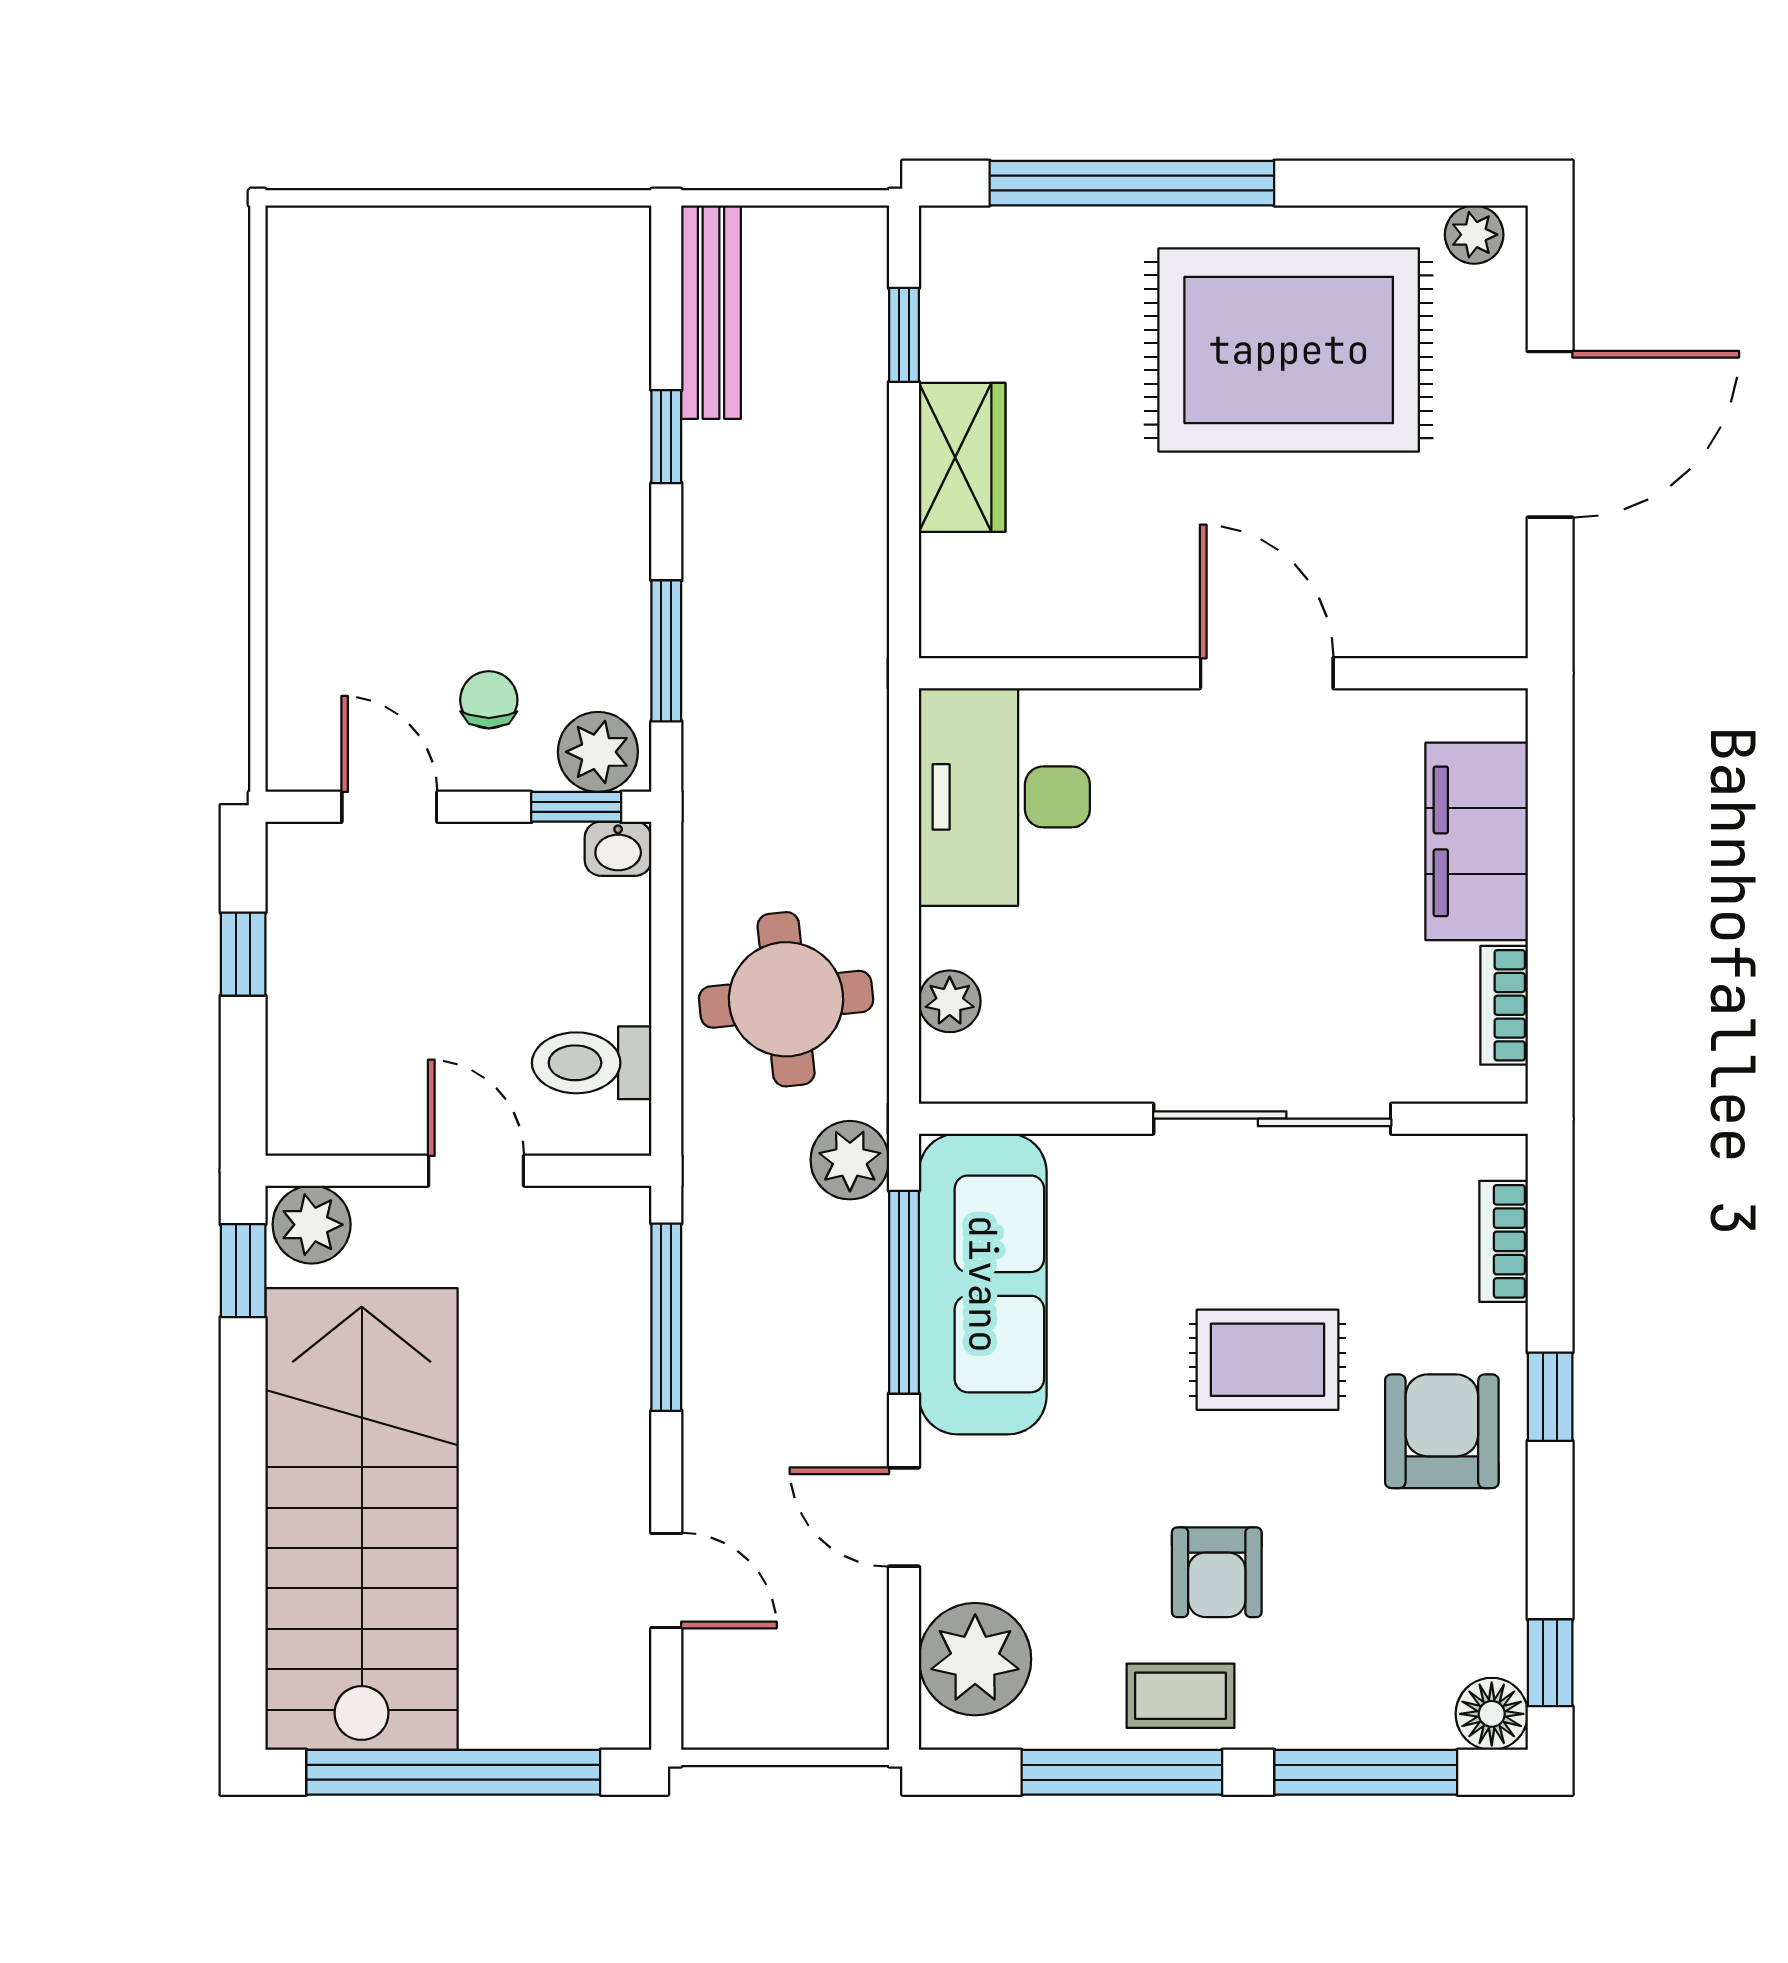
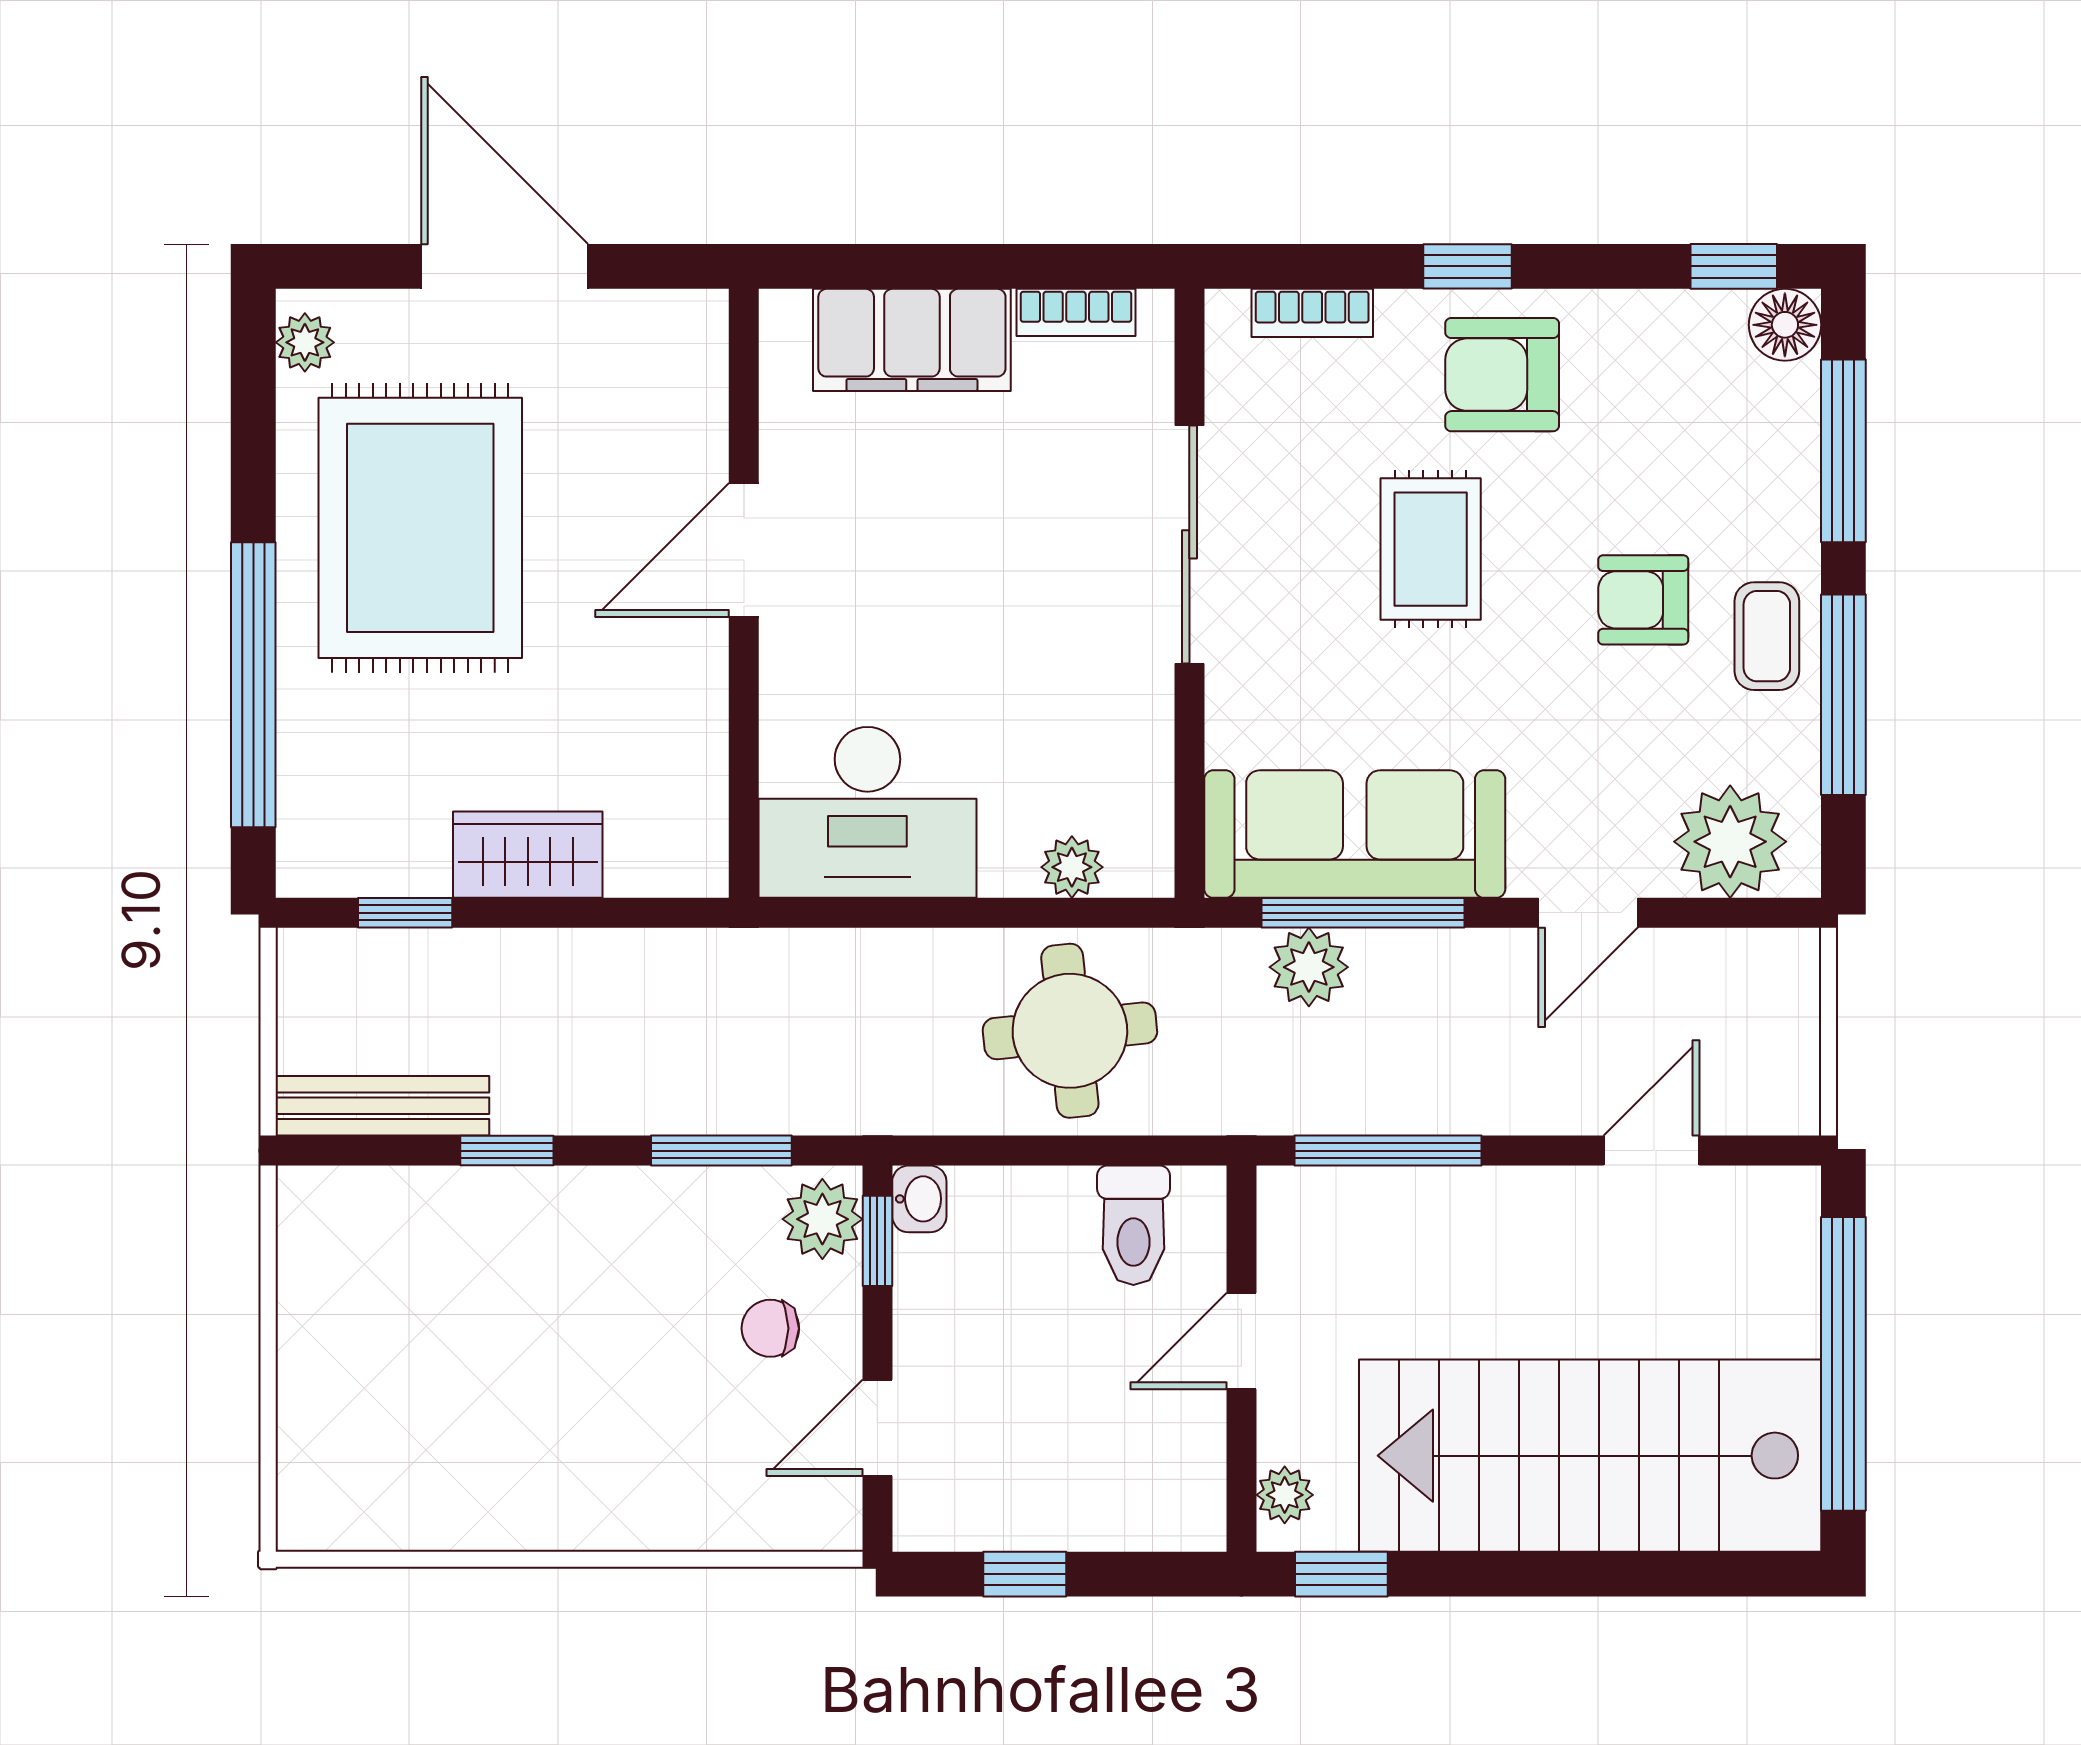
plant: (850, 1160) -> (1309, 967), moved
plant: (312, 1225) -> (1285, 1495), width x0.73, depth x0.73
armchair: (1217, 1572) -> (1643, 600), turned 180

